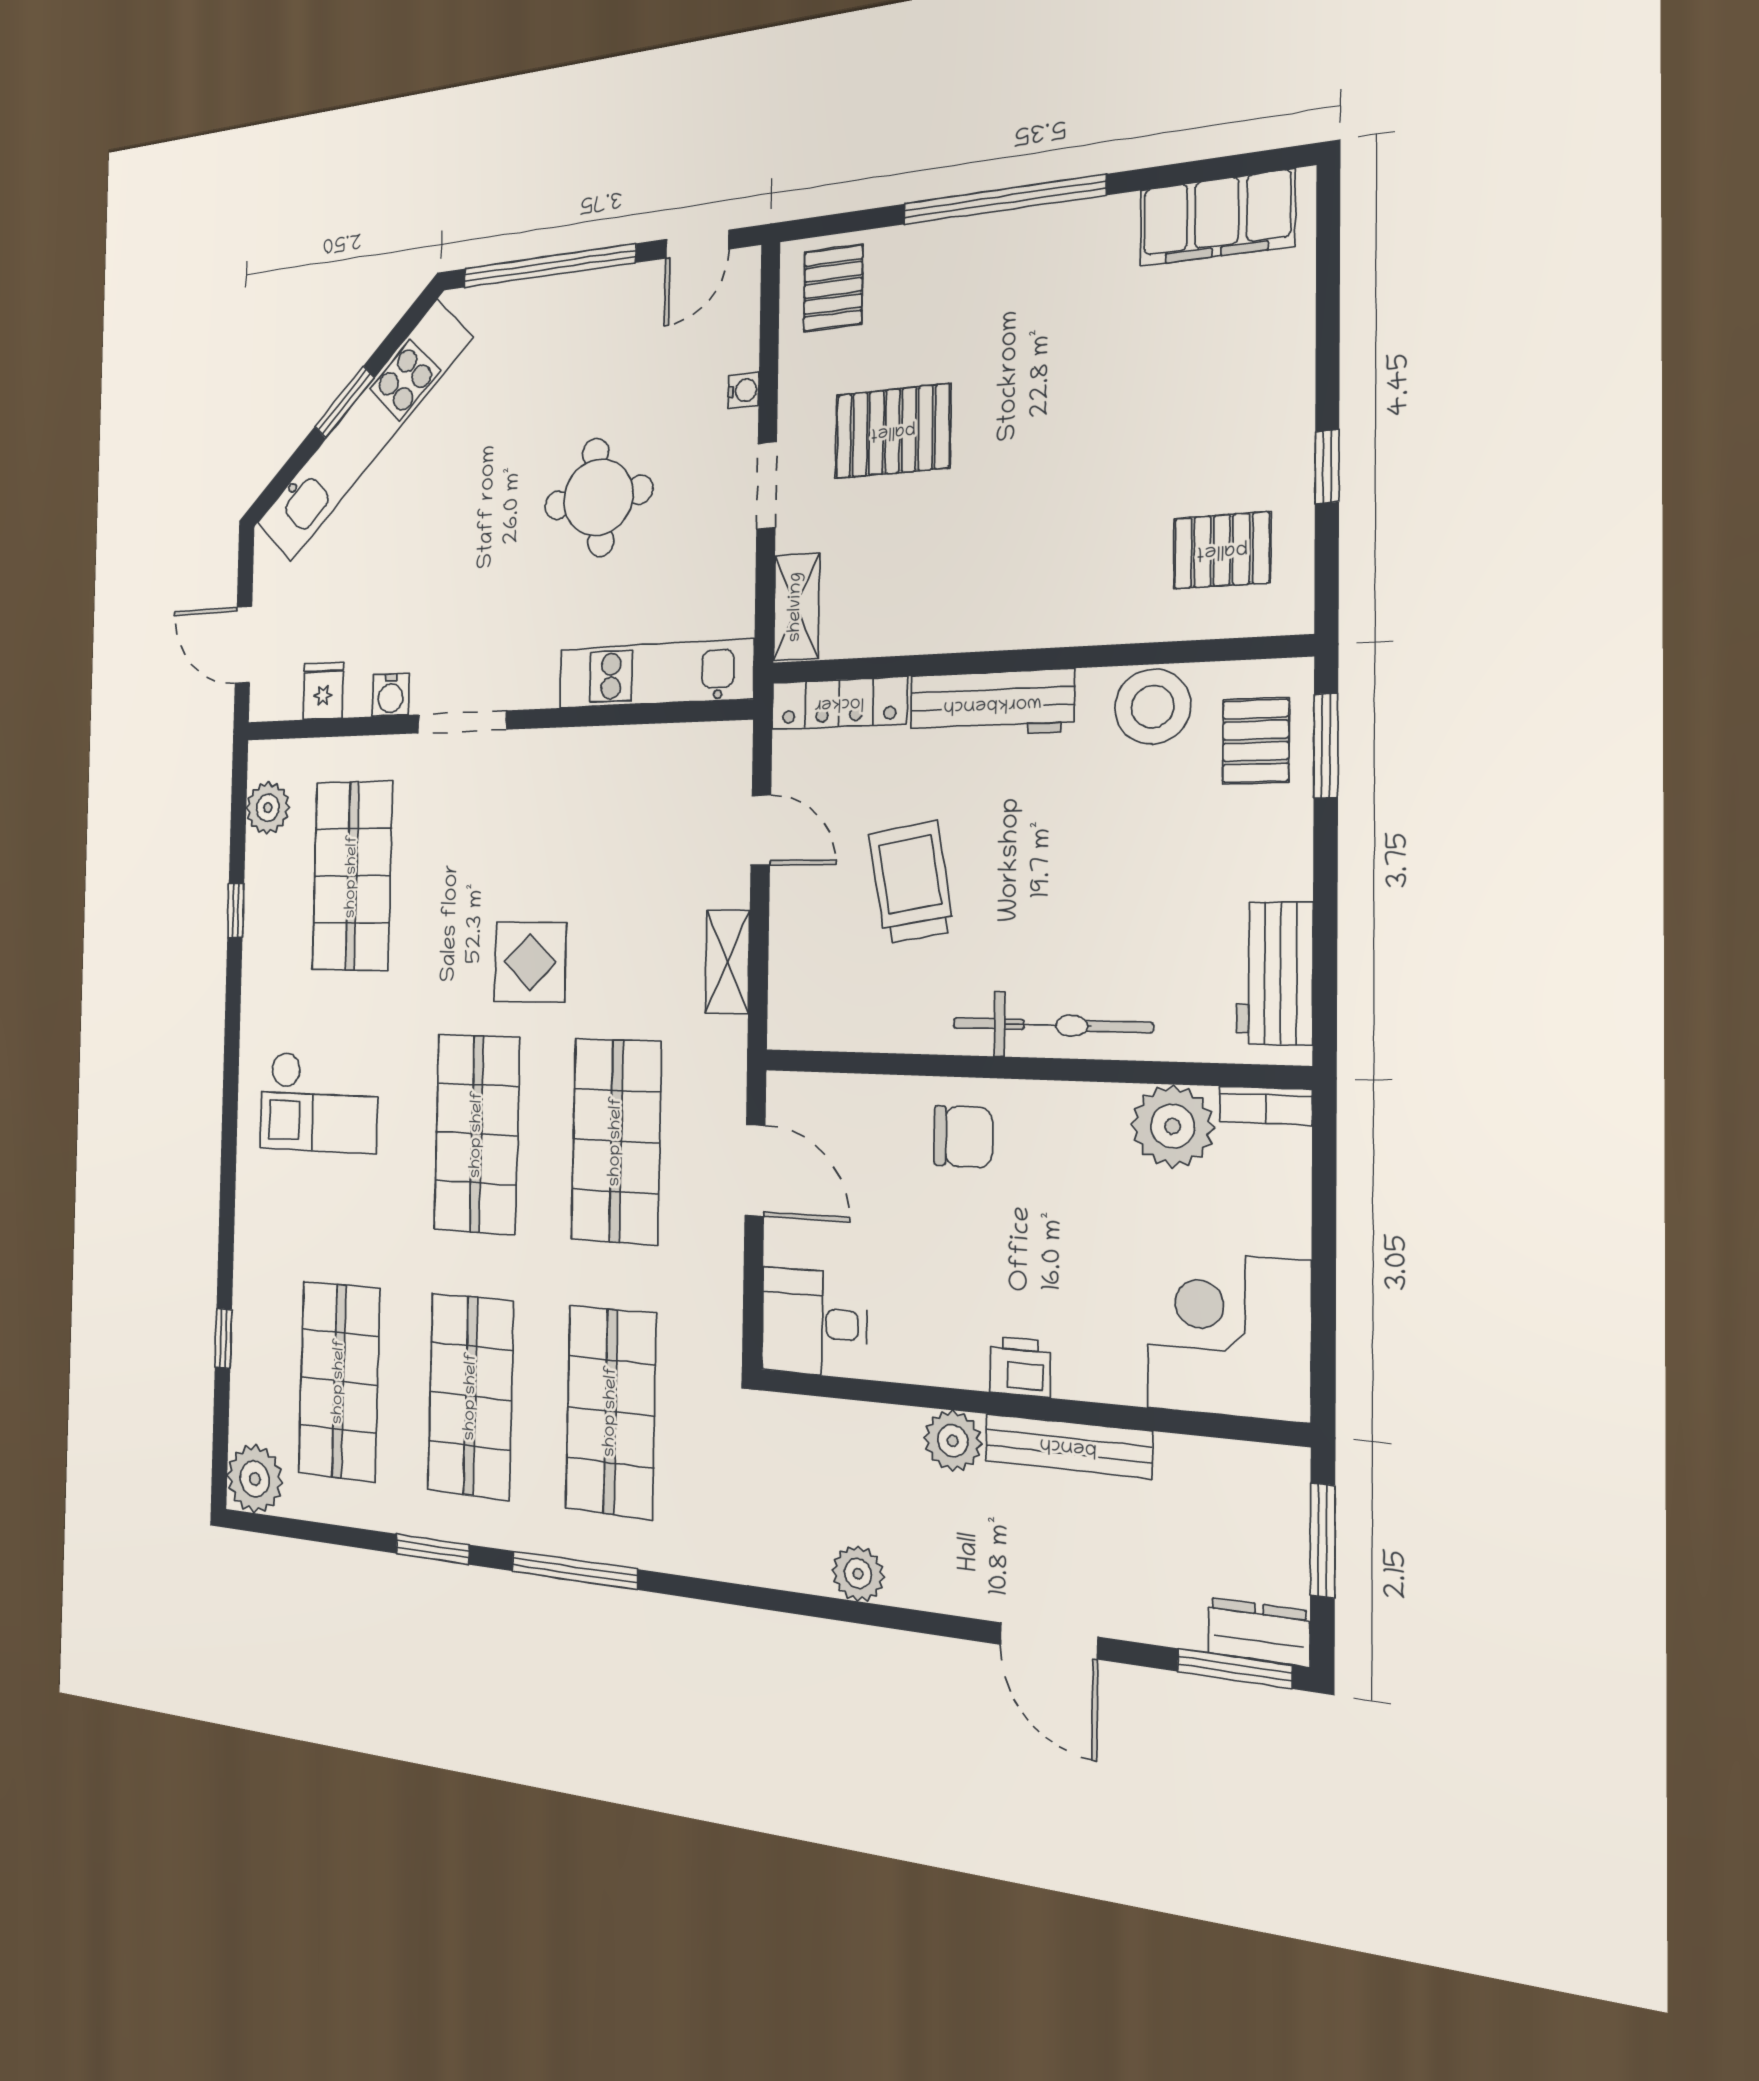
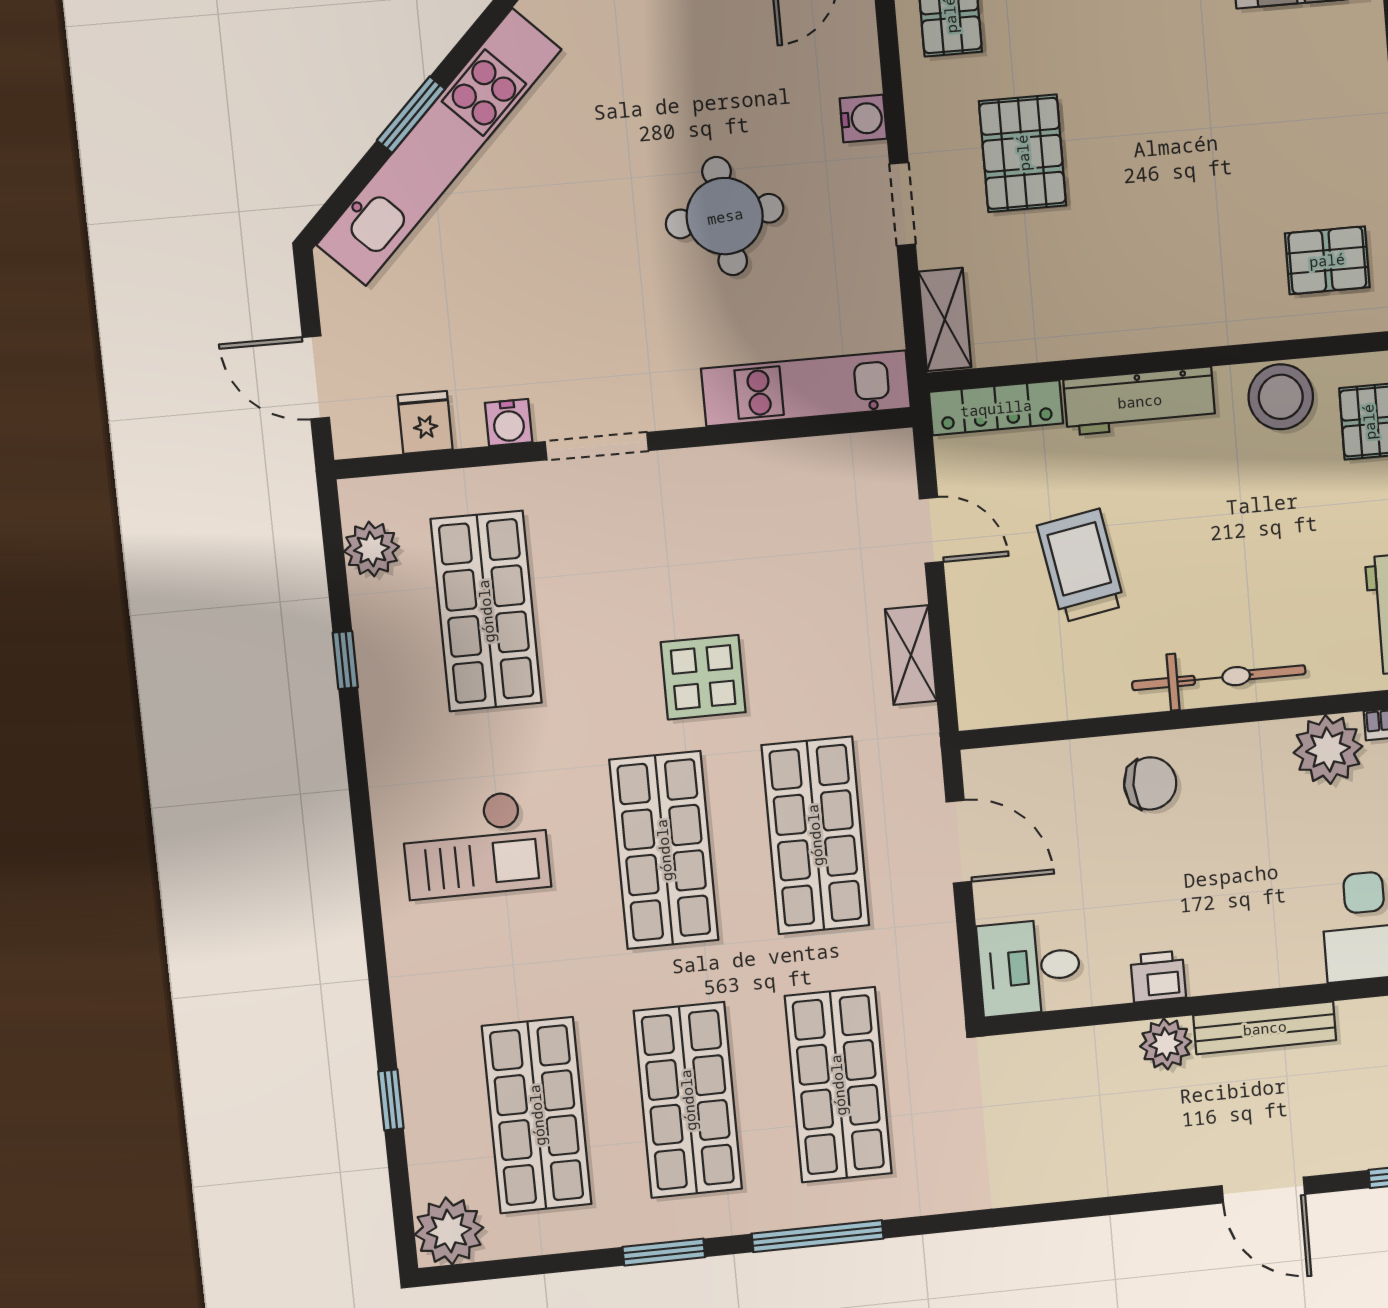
water cooler: (743, 391) -> (863, 119), width x1.38, depth x1.38
pallet: (893, 431) -> (1023, 153), turned 90
printer: (1020, 1367) -> (1158, 976), moved
plant: (858, 1574) -> (1092, 1175), removed

